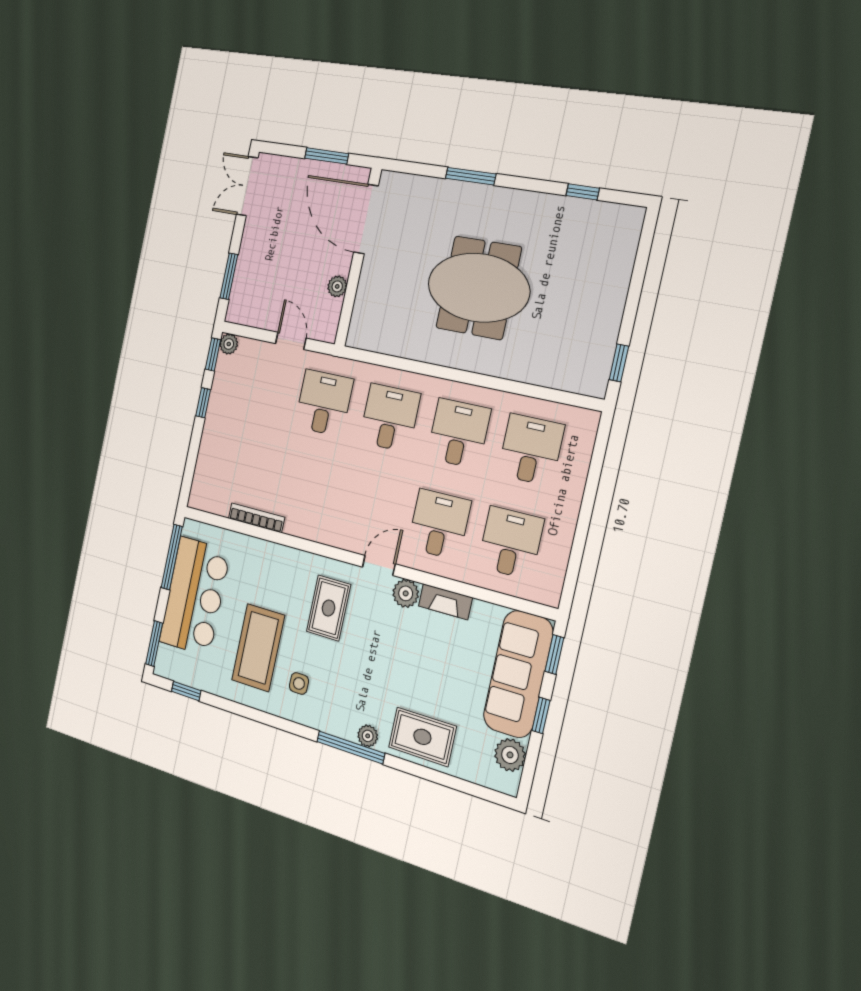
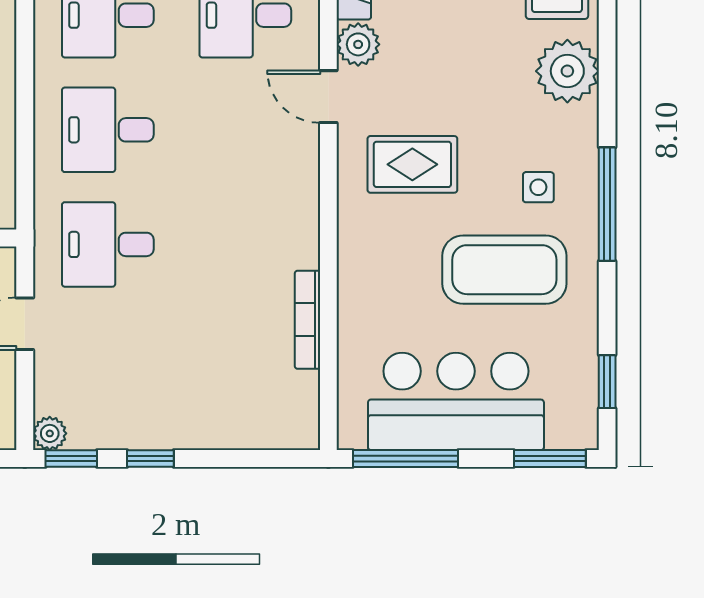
plant: (368, 736) -> (567, 71), width x1.88, depth x1.88
window: (351, 747) -> (607, 204), moved

